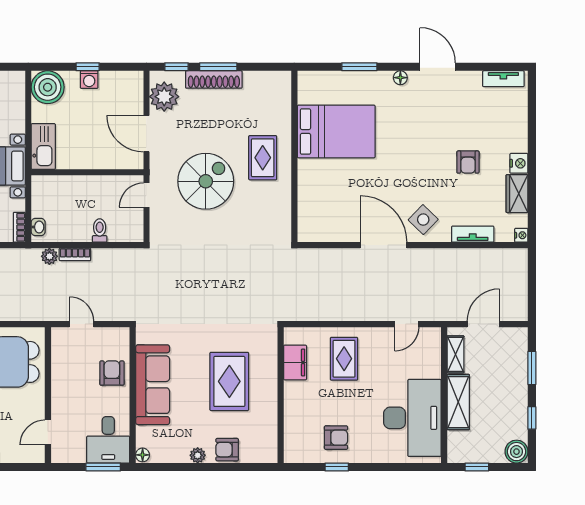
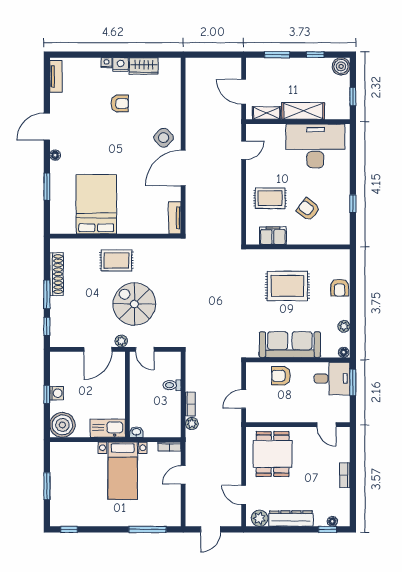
shoe rack: (214, 79) -> (57, 274), moved
plant: (164, 97) -> (121, 341), moved, width x0.53, depth x0.53
washbasin: (38, 227) -> (136, 432), moved
tv unit: (473, 234) -> (175, 218), moved
nightstand: (521, 235) -> (107, 63), moved
door: (407, 324) -> (244, 150), hinge flipped
armchair: (336, 438) -> (308, 209), moved, turned -52
plant: (198, 455) -> (344, 326), moved

